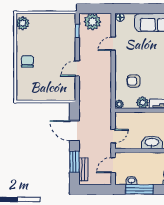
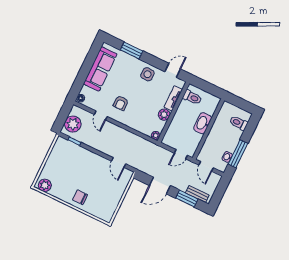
door: (77, 69) -> (119, 163), moved
armchair: (134, 81) -> (121, 103), moved
door: (113, 136) -> (181, 154), swing flipped

